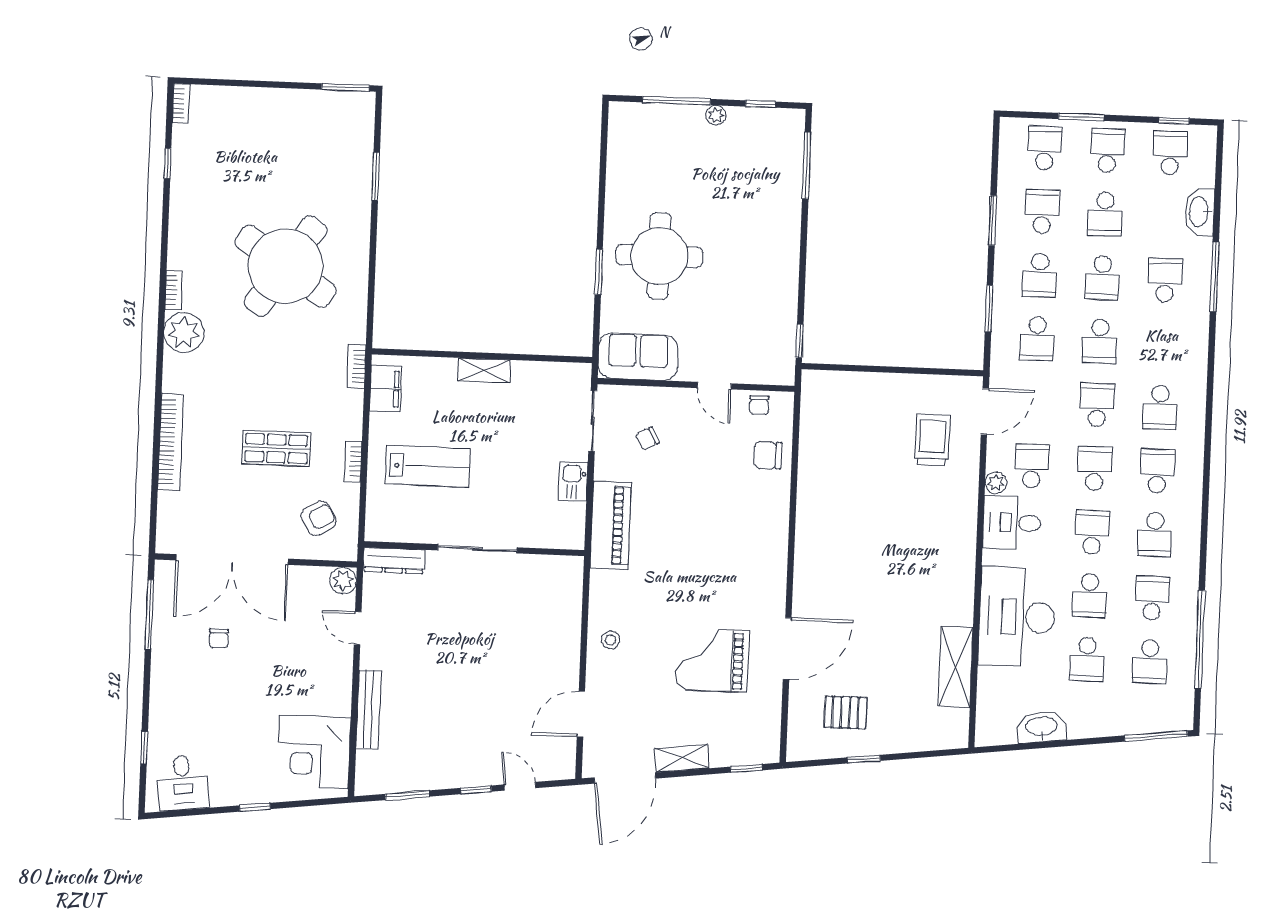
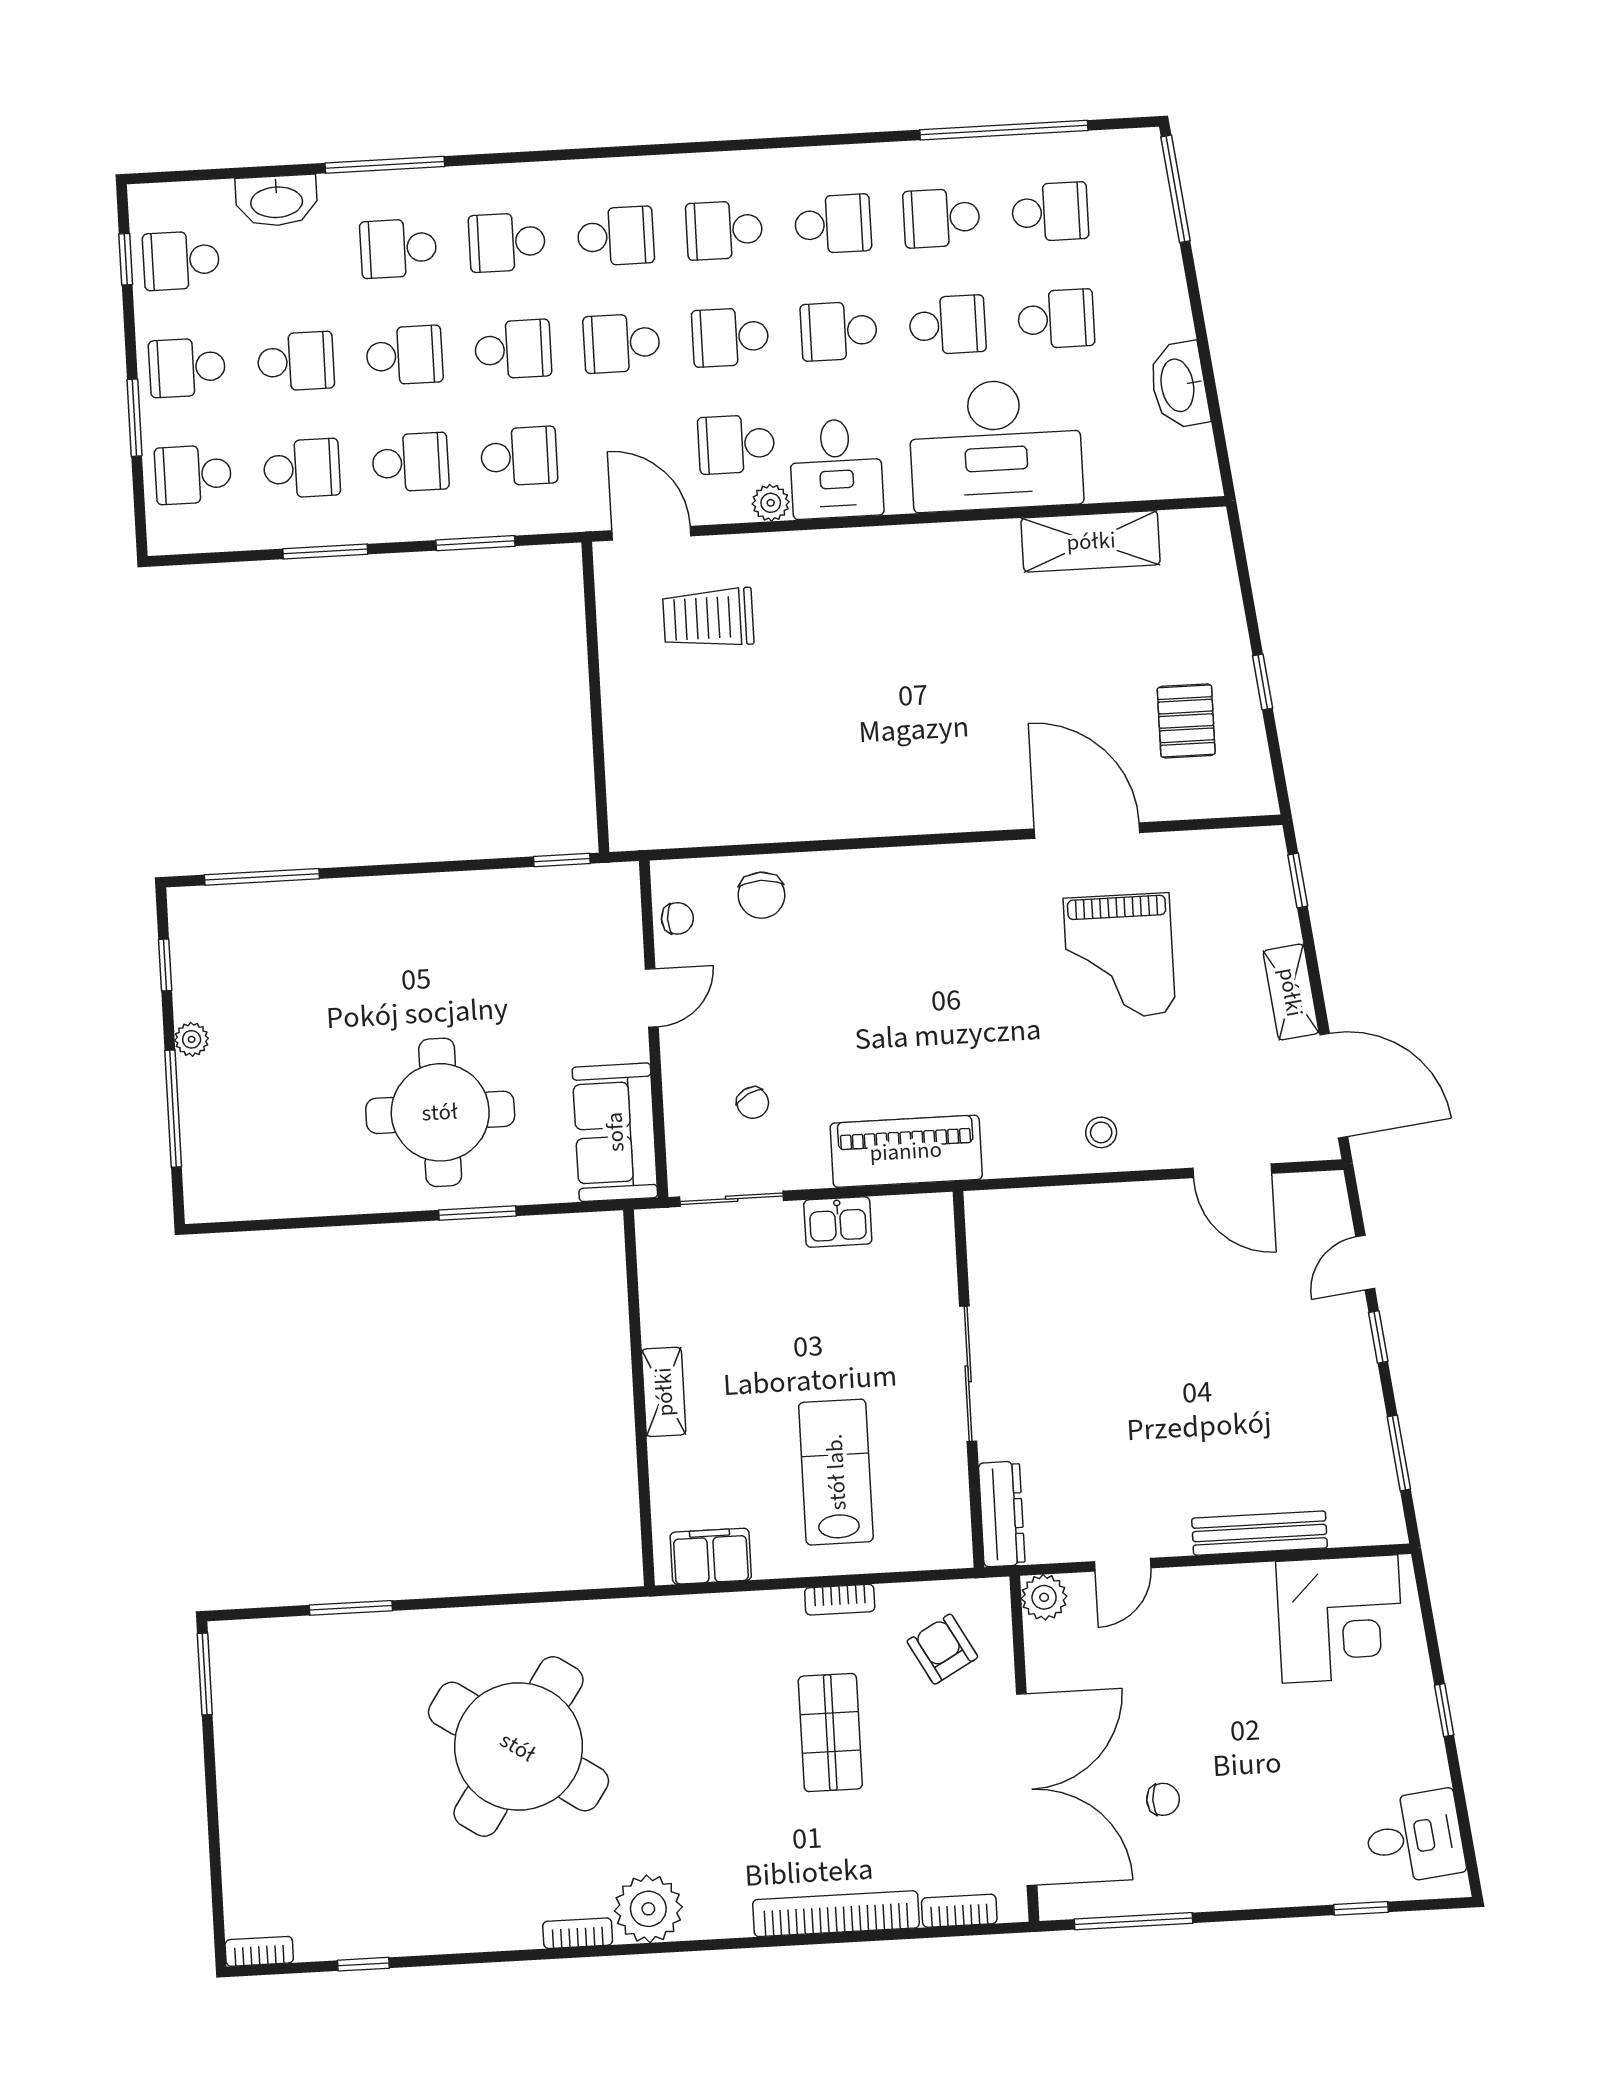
school desk: (1042, 211) -> (302, 468), turned 180
school desk: (1162, 344) -> (507, 242), added
bookcase: (356, 366) -> (959, 1911), moved, turned 180

